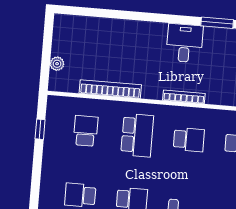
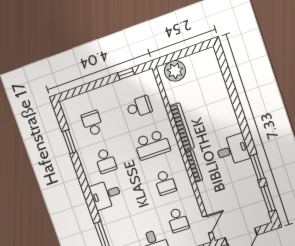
plant: (57, 64) -> (175, 71), width x1.87, depth x1.87
bookcase: (110, 89) -> (182, 127), moved

